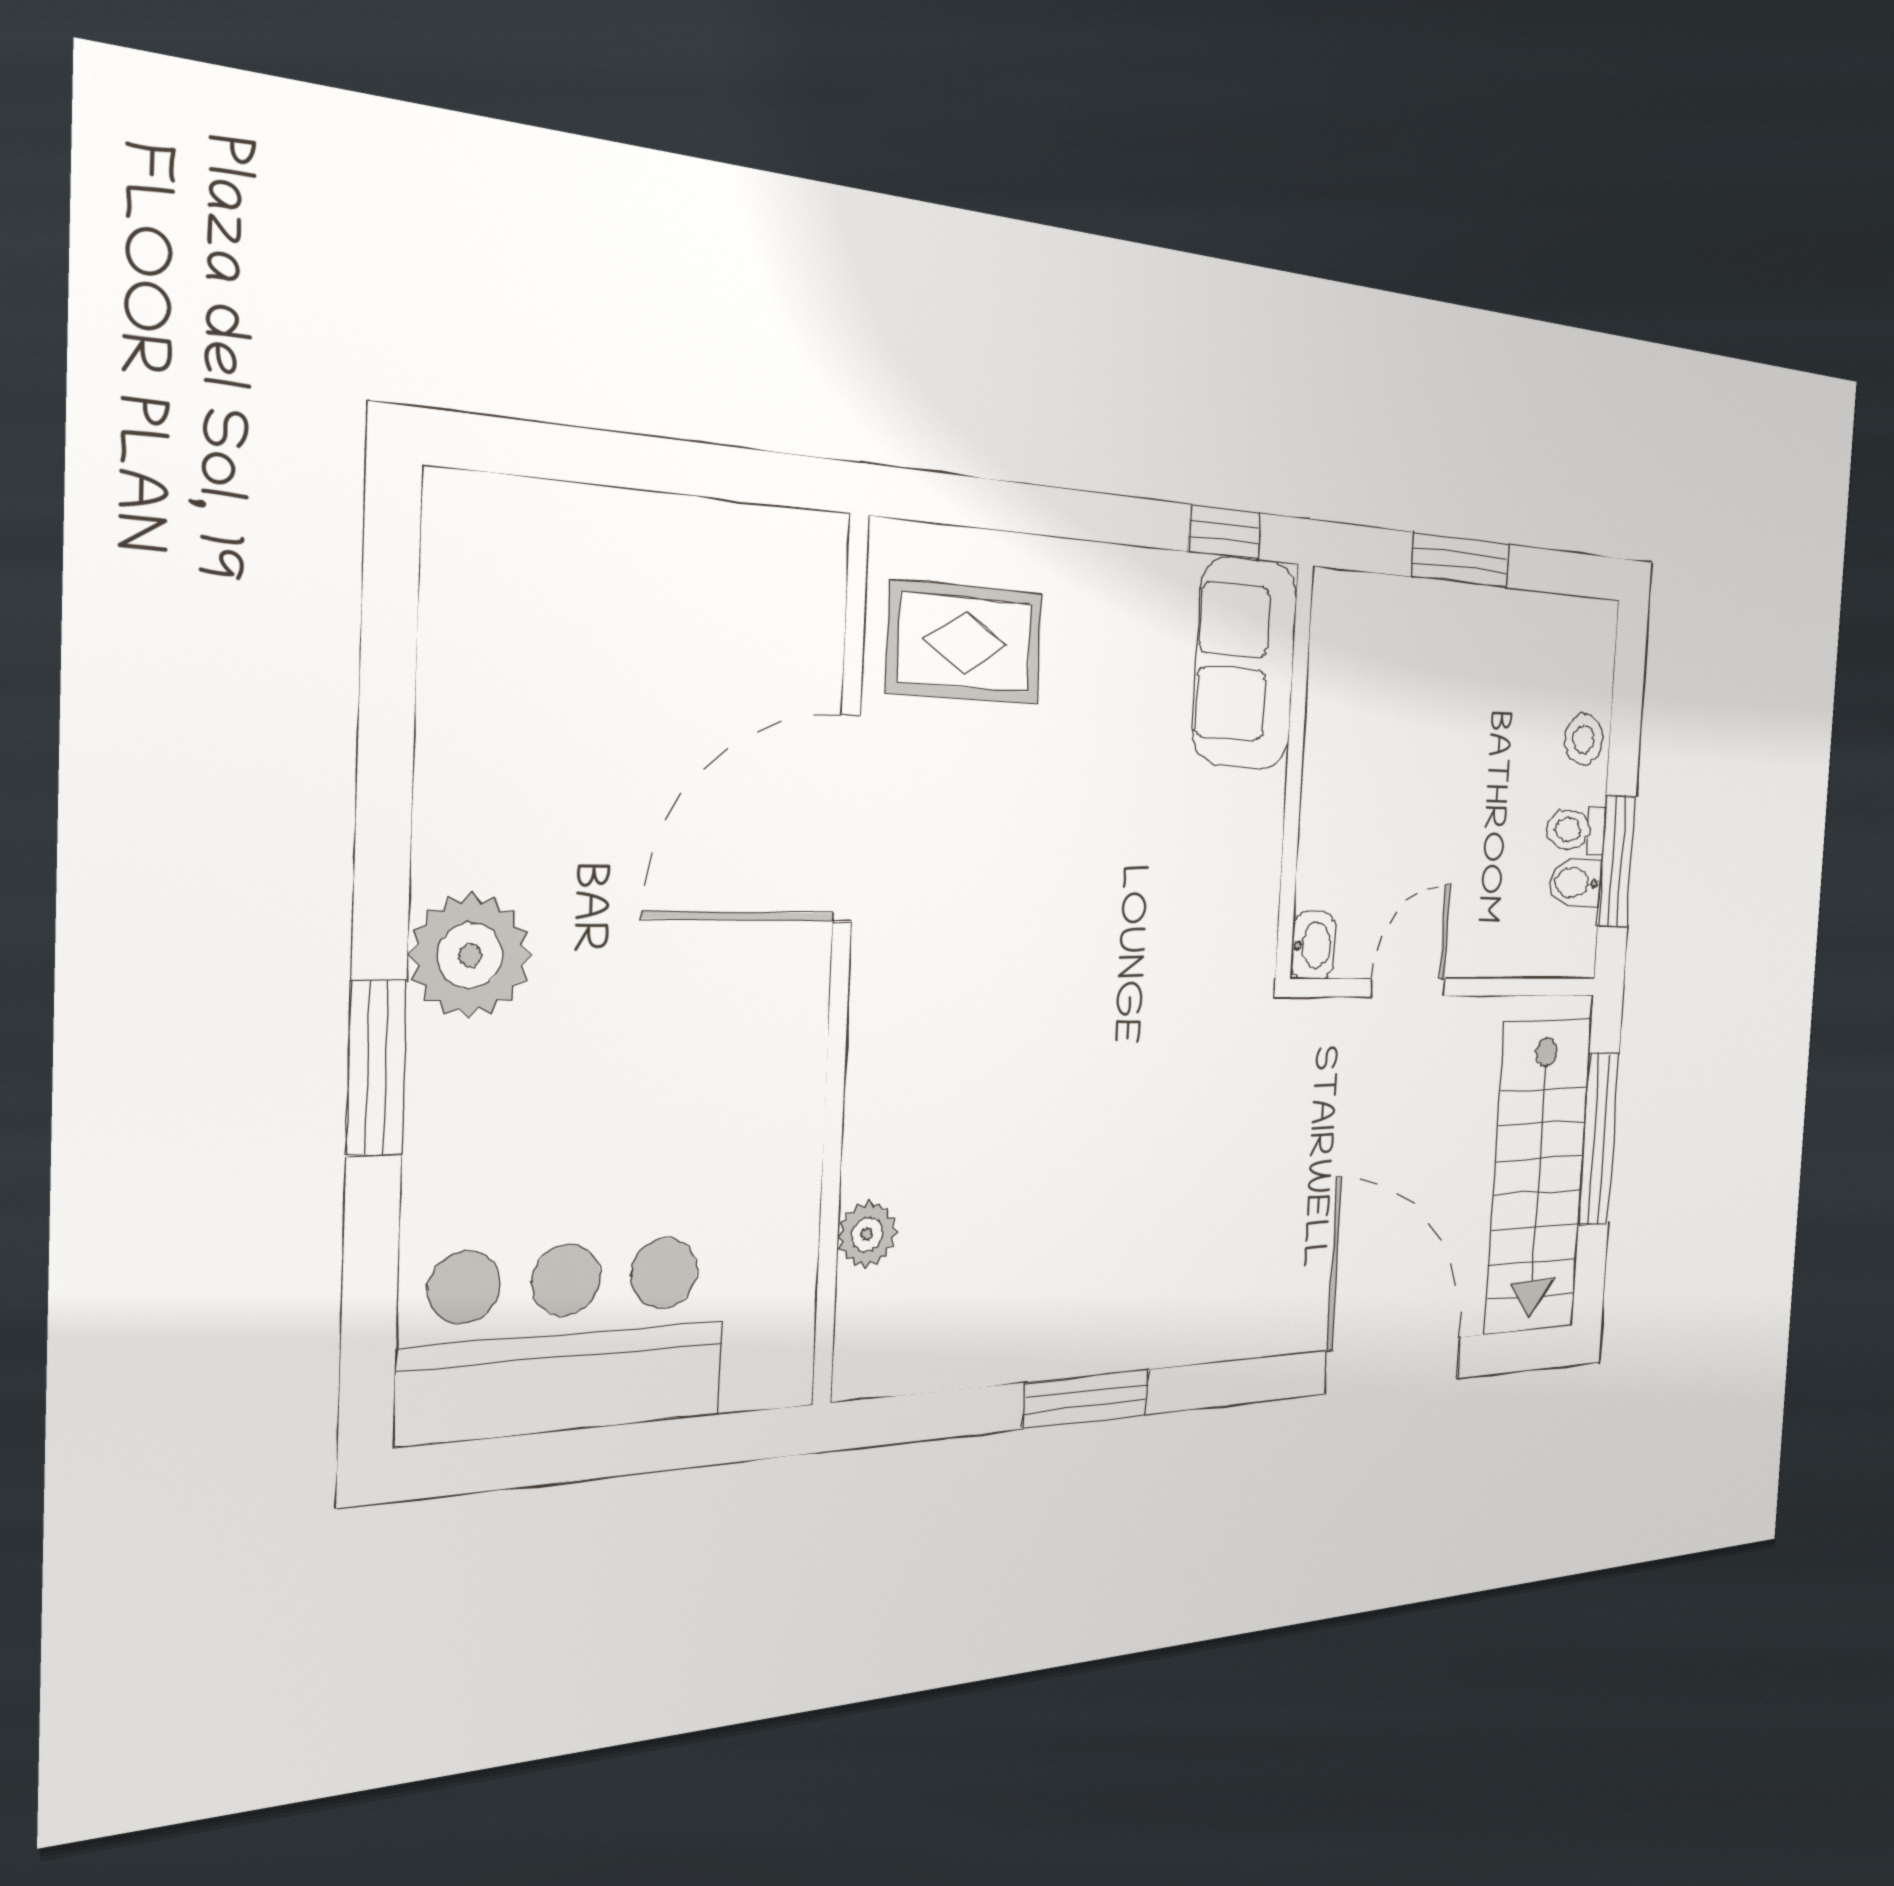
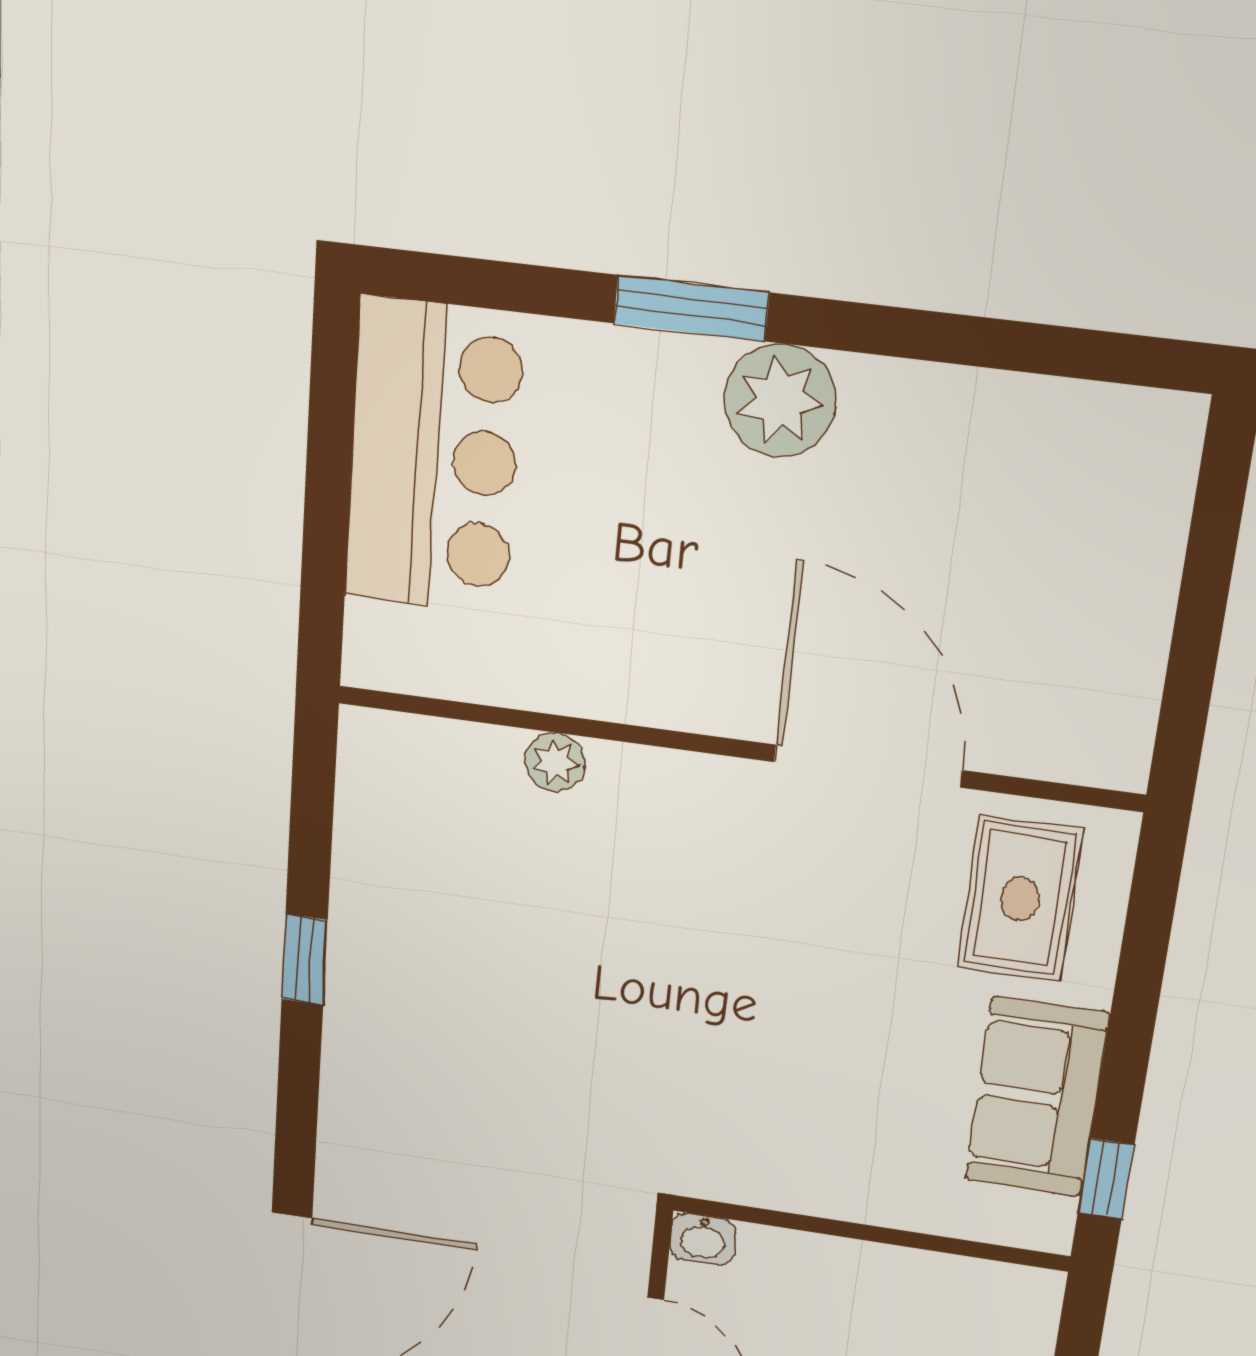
sofa: (1245, 663) -> (1037, 1097), moved, turned -90
plant: (867, 1234) -> (555, 762), moved
window: (1086, 1399) -> (305, 960), width x0.67

